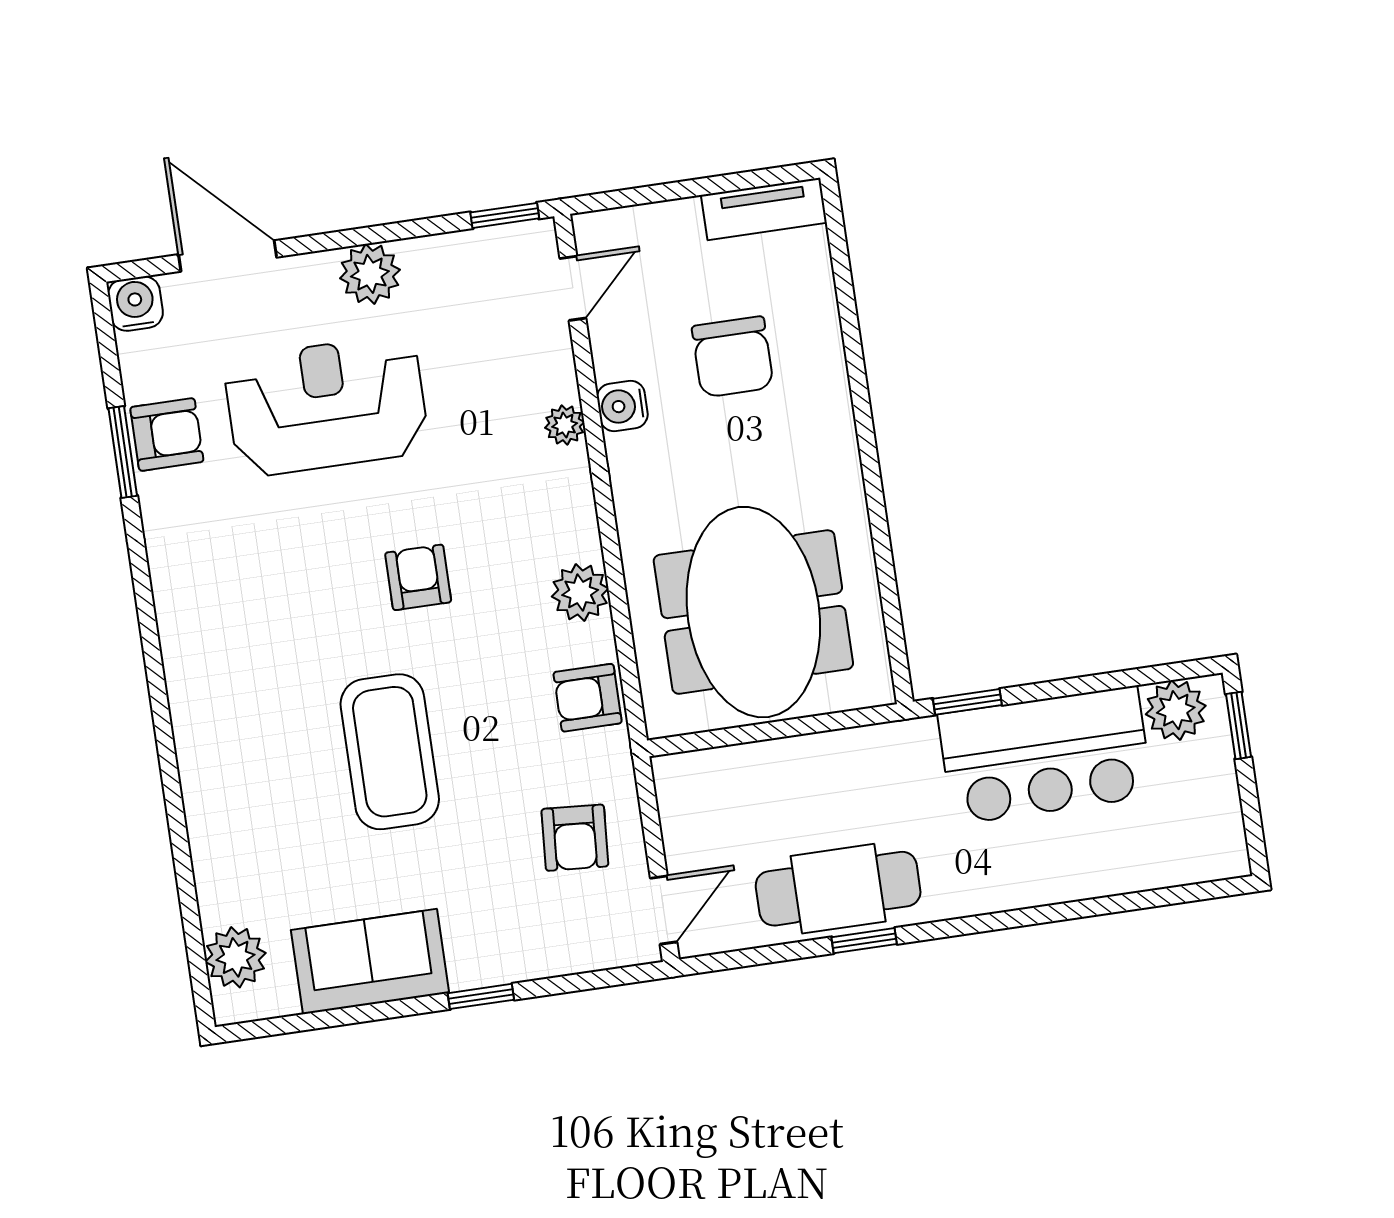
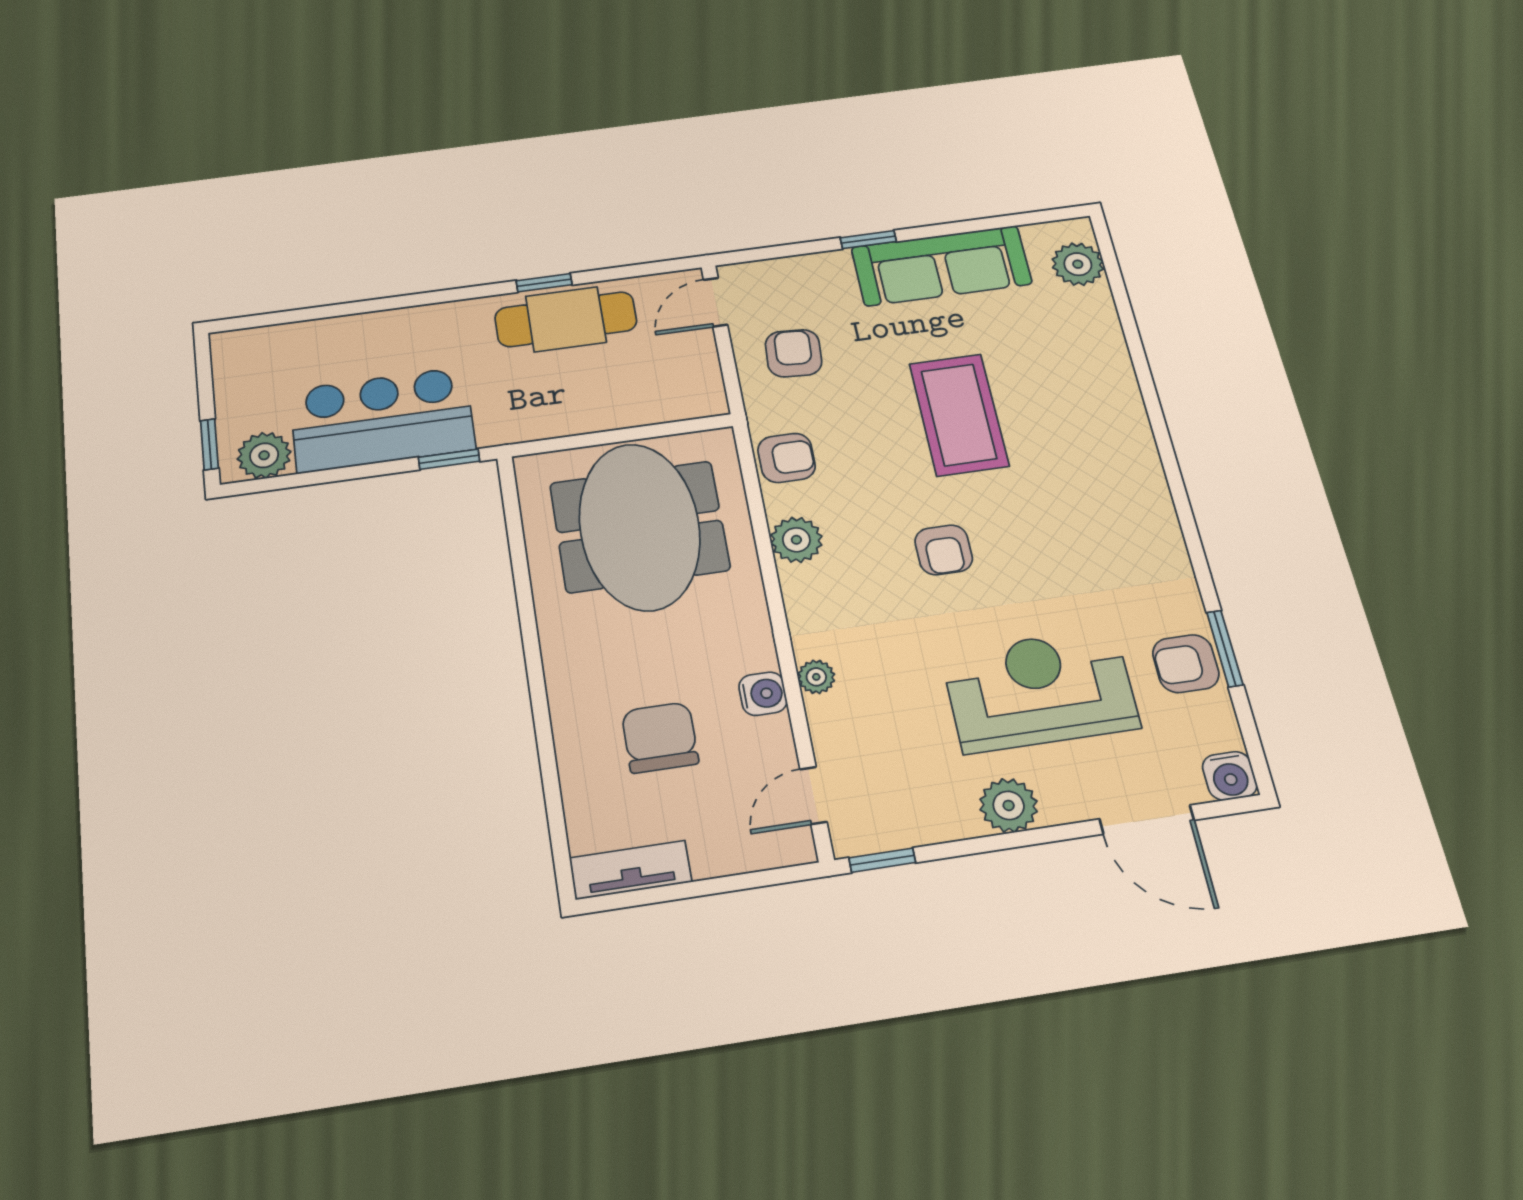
reception desk: (326, 406) -> (1040, 690), turned 180
sofa: (370, 962) -> (941, 266), width x1.36

